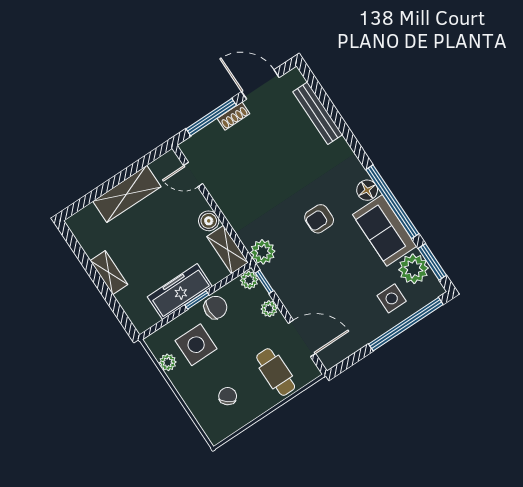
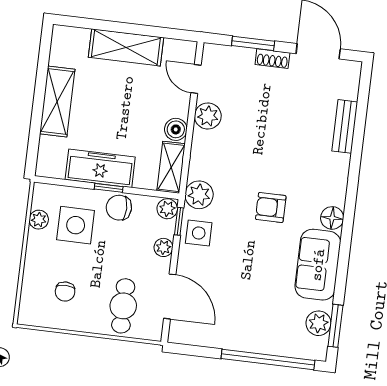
bench: (318, 113) -> (345, 126), width x0.73
window: (211, 117) -> (253, 43), width x0.69
plant: (223, 193) -> (208, 116), added
window: (392, 202) -> (345, 246), removed
plant: (414, 269) -> (318, 323), width x0.73, depth x0.73
shelving: (109, 273) -> (57, 101), width x1.50, depth x1.33
side table: (392, 298) -> (199, 233), moved
chair: (215, 307) -> (119, 208), turned 180
chair: (228, 396) -> (65, 292), turned 142

